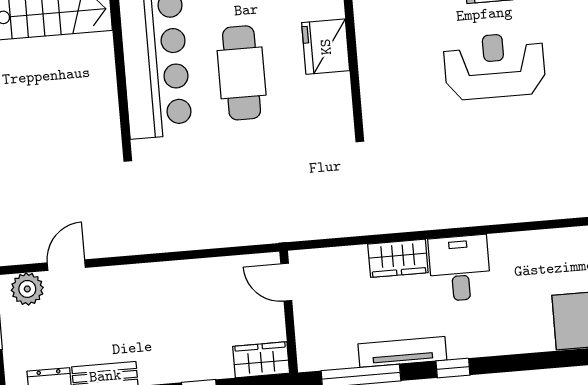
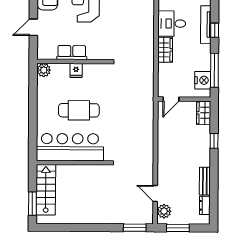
row of seats: (373, 45) -> (72, 53), added
fridge: (326, 47) -> (76, 71), width x0.53, depth x0.75
nightstand: (336, 351) -> (203, 80), added
tv unit: (402, 352) -> (206, 25), moved

